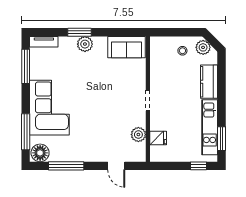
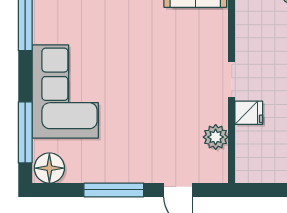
fridge: (158, 138) -> (249, 113), moved
window: (66, 166) -> (114, 190), moved

